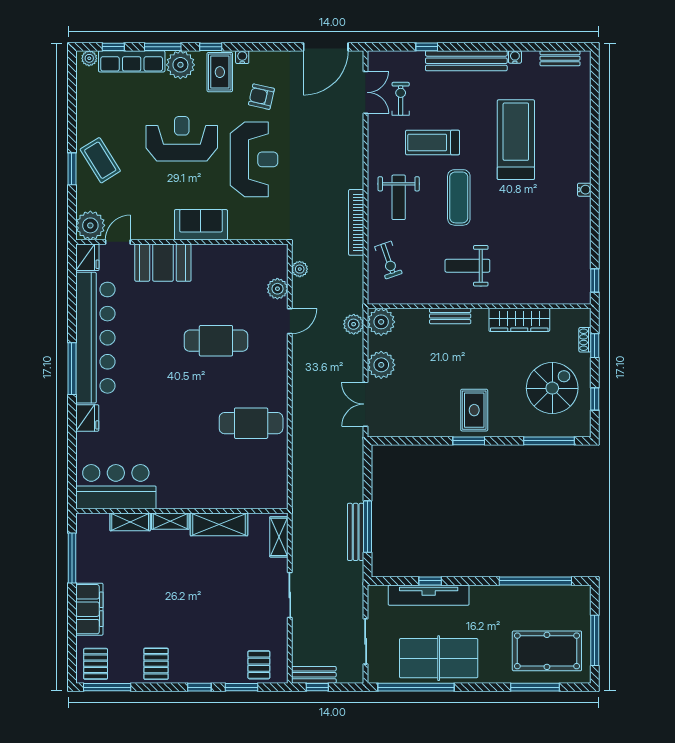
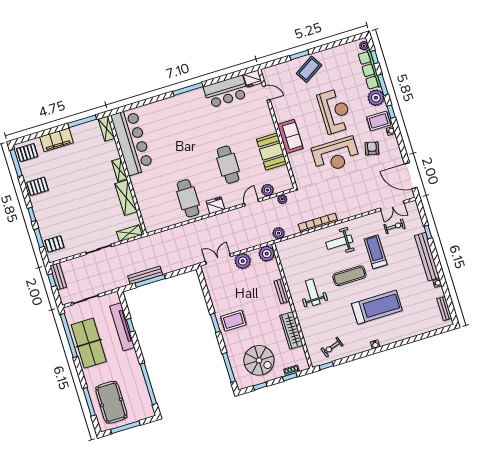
treadmill: (516, 140) -> (377, 307), moved
plant: (90, 225) -> (271, 75), removed
exercise bike: (388, 260) -> (332, 347), moved
booth: (163, 263) -> (272, 151), moved
door: (290, 321) -> (252, 203), swing flipped
plant: (354, 324) -> (279, 233), moved
bar counter: (95, 338) -> (226, 92), width x0.54
fridge: (87, 418) -> (215, 205), moved, turned 180
bar counter: (116, 487) -> (132, 142), width x1.36
shelving: (130, 522) -> (106, 129), moved

